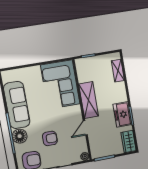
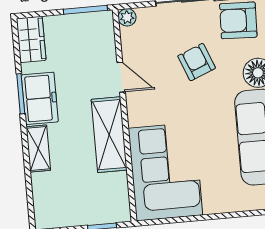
shelving: (118, 71) -> (38, 149), moved
door: (85, 128) -> (121, 77), hinge flipped
armchair: (50, 138) -> (197, 62), turned 68

